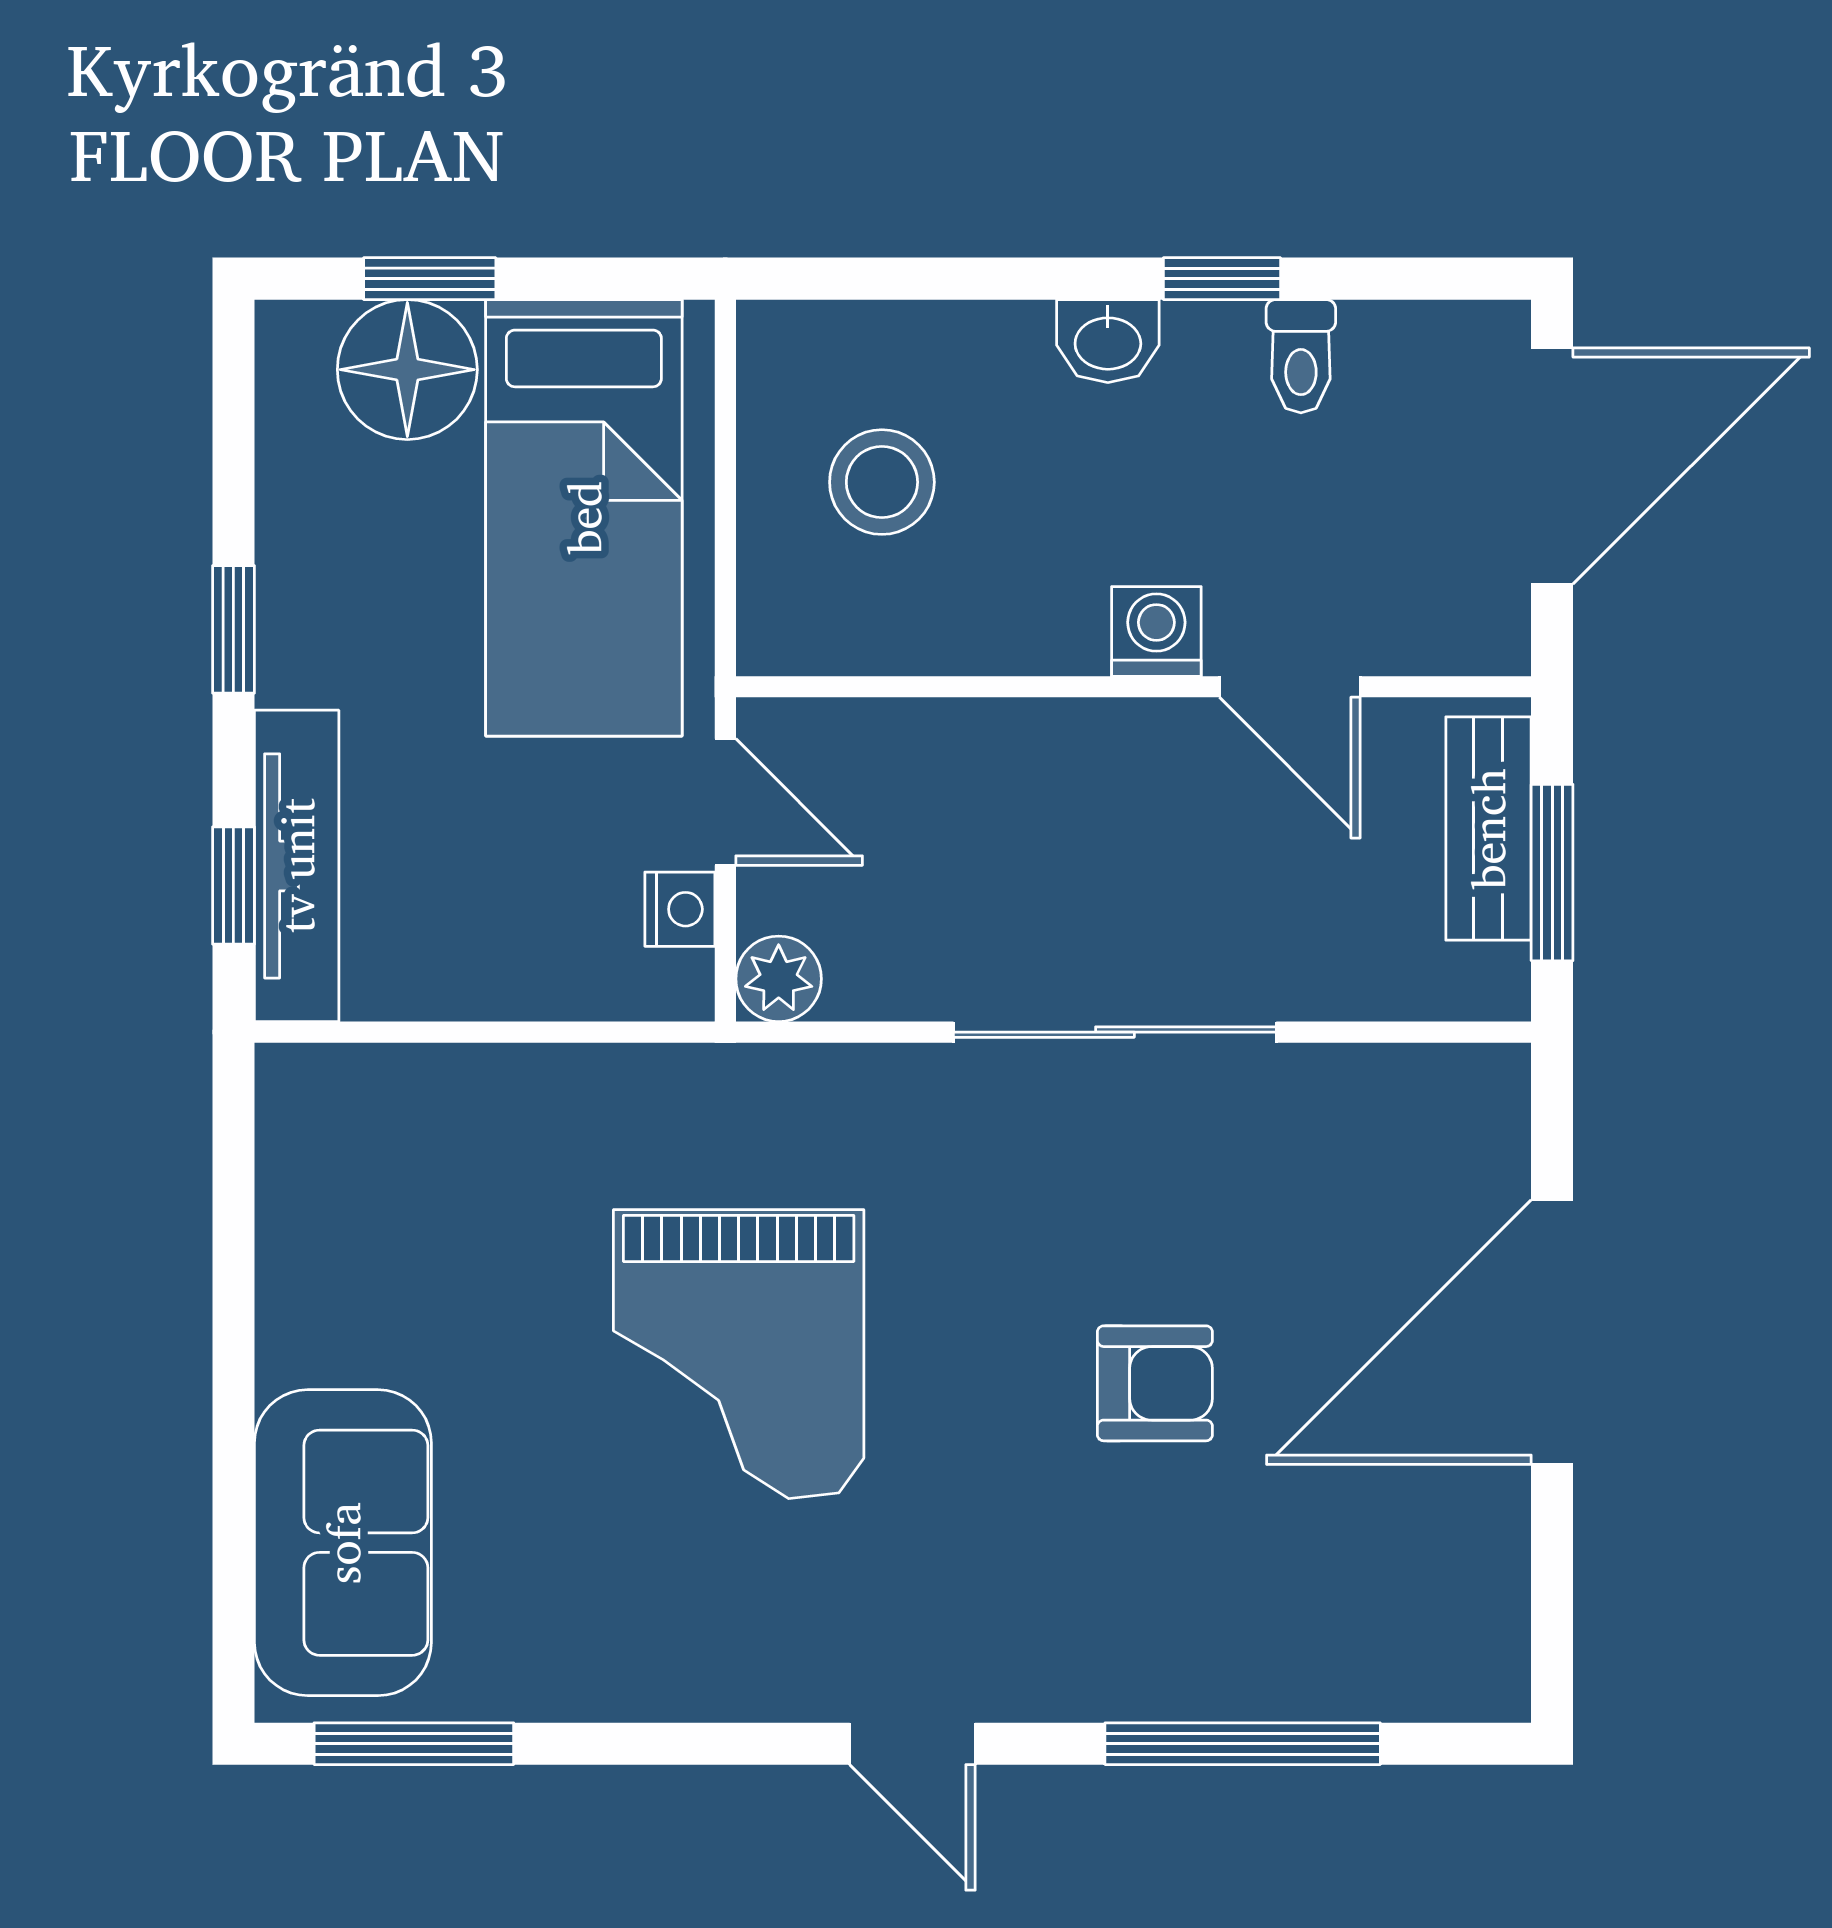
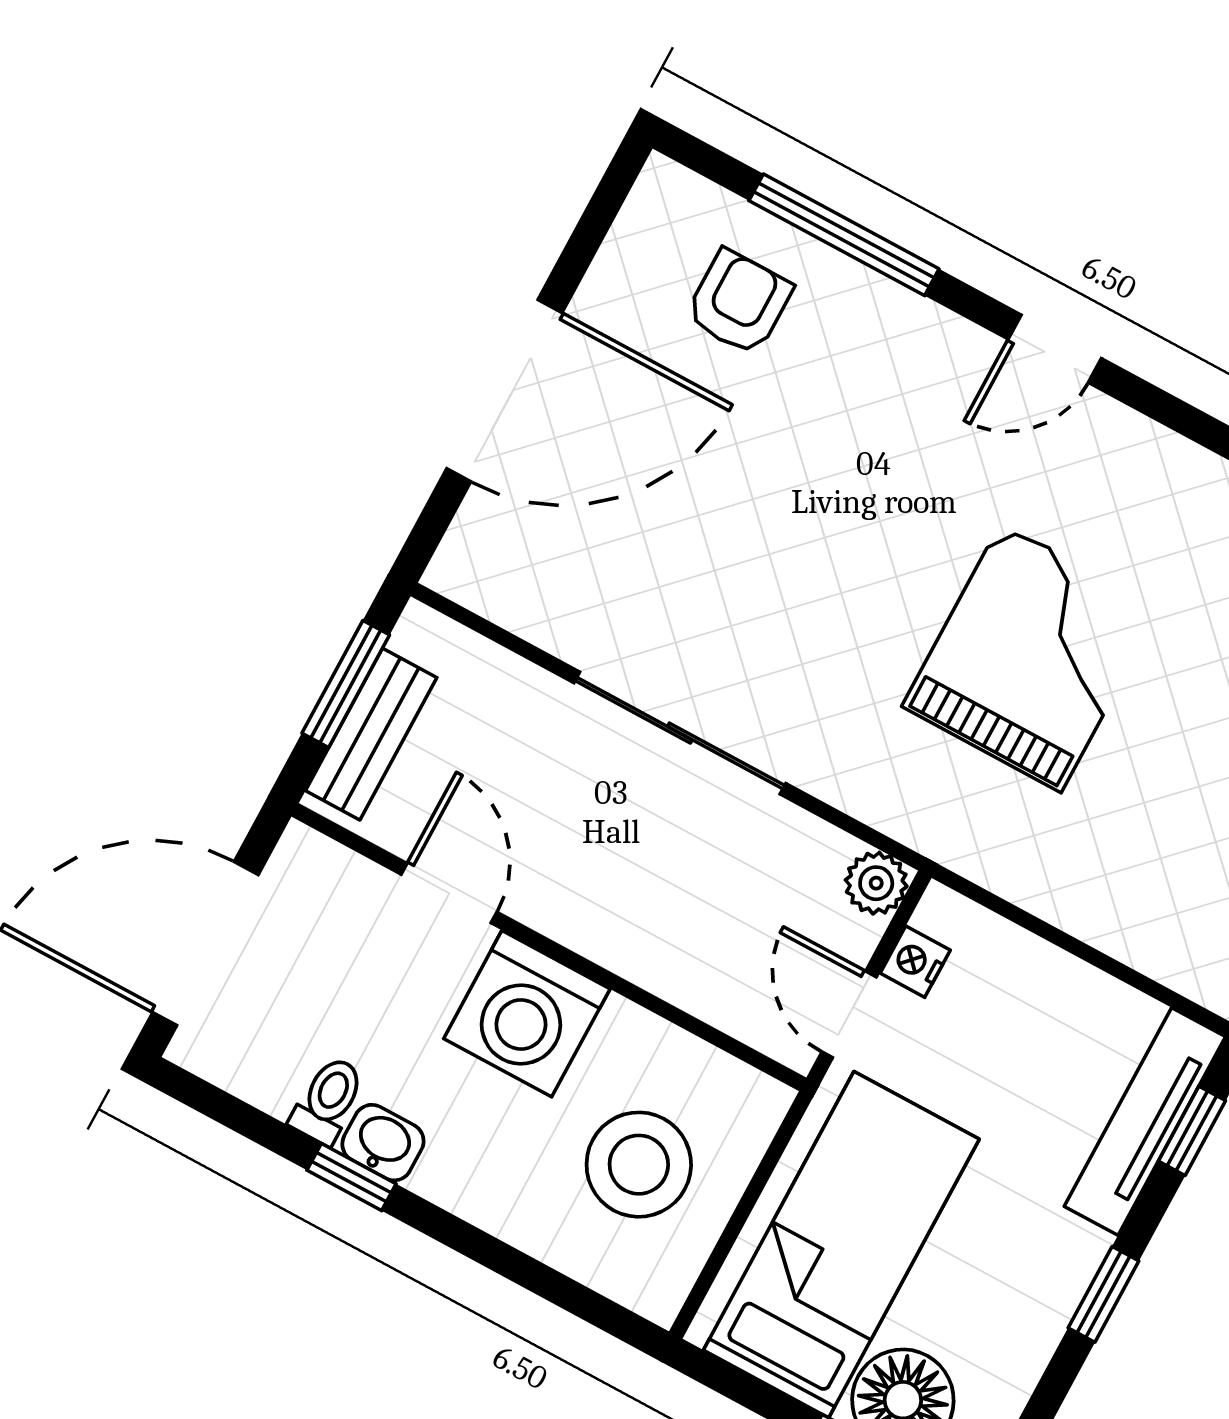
washbasin: (1108, 341) -> (383, 1143), moved
stool: (882, 482) -> (639, 1165), width x1.38, depth x1.38
washing machine: (1156, 631) -> (527, 1014), width x1.89, depth x1.89
armchair: (1155, 1383) -> (739, 302), moved, turned 90
door: (912, 1744) -> (1055, 349), swing flipped

